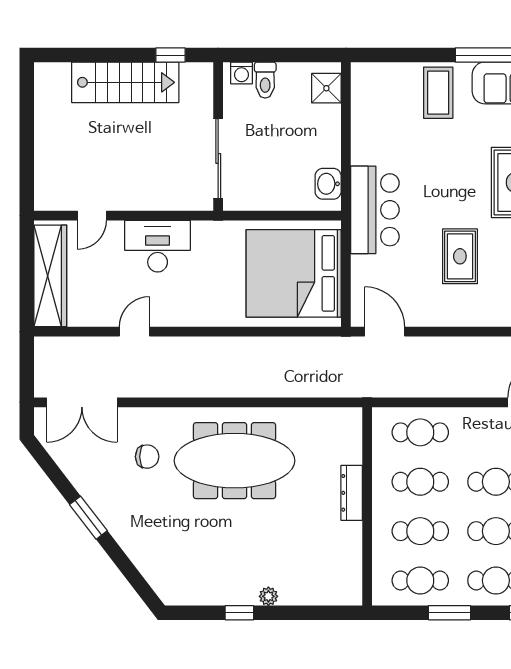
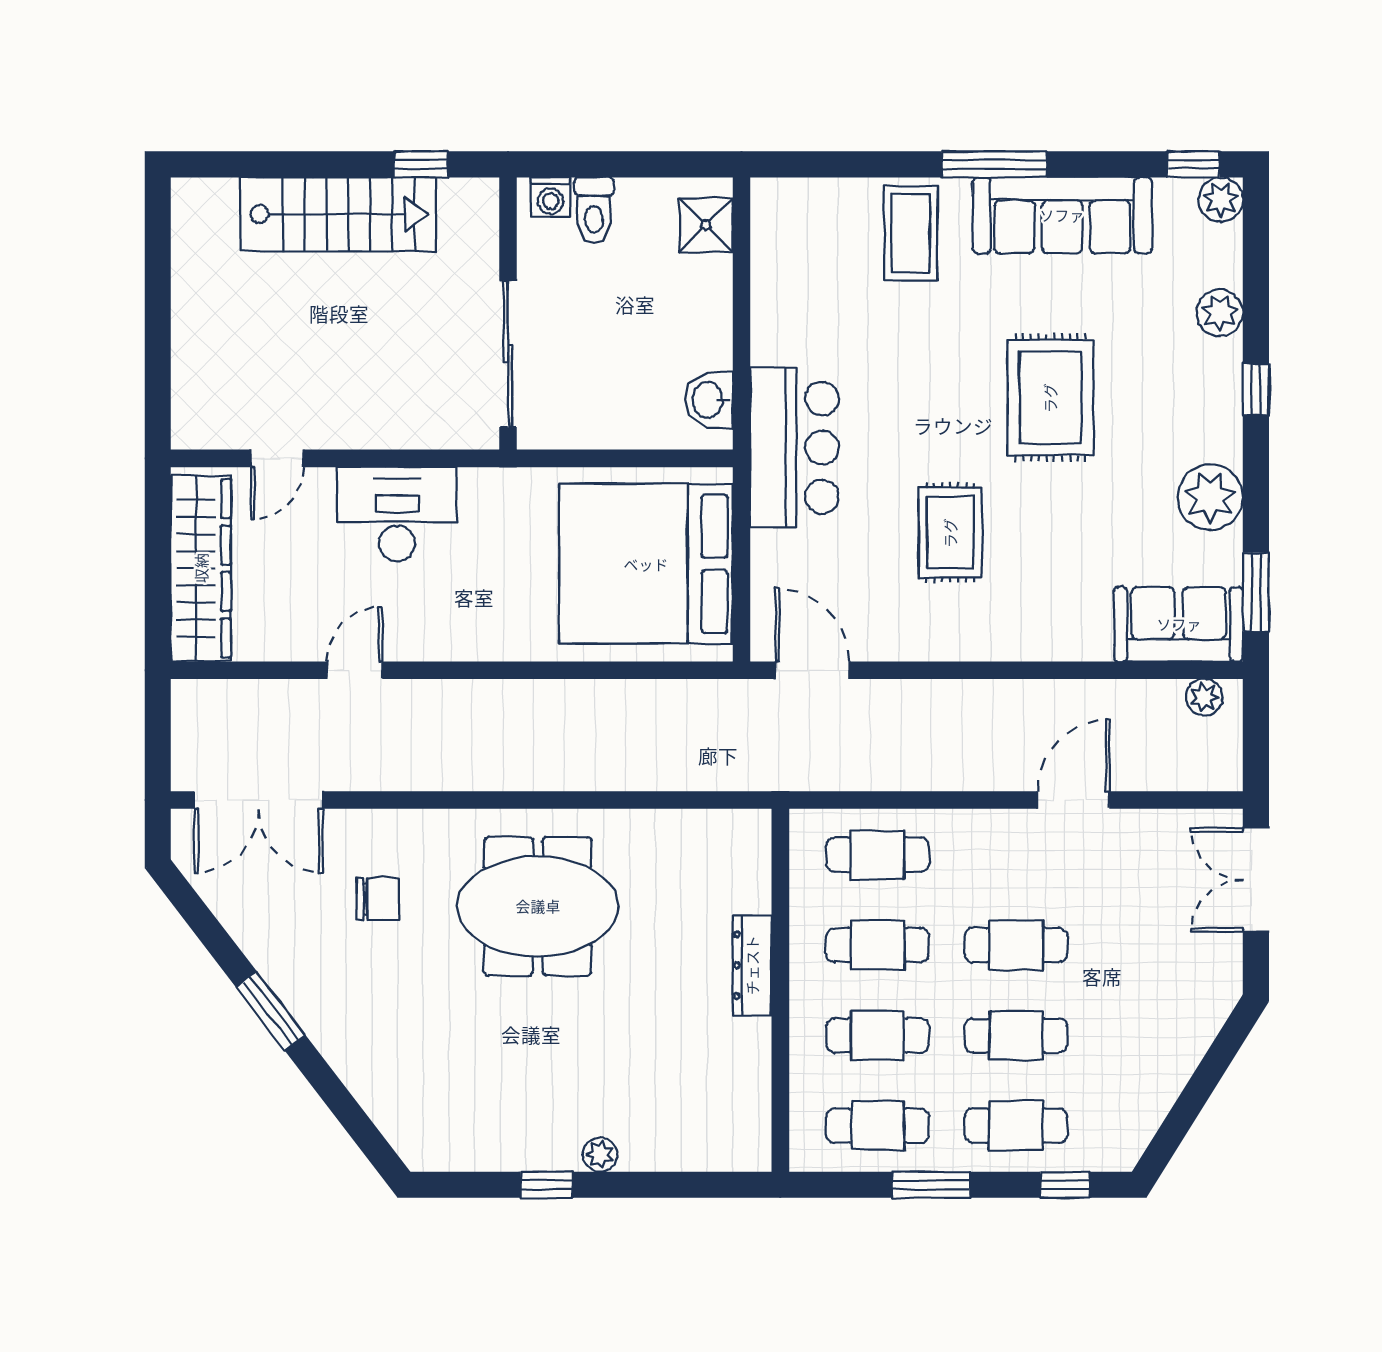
meeting table: (234, 461) -> (538, 906), width x0.73

